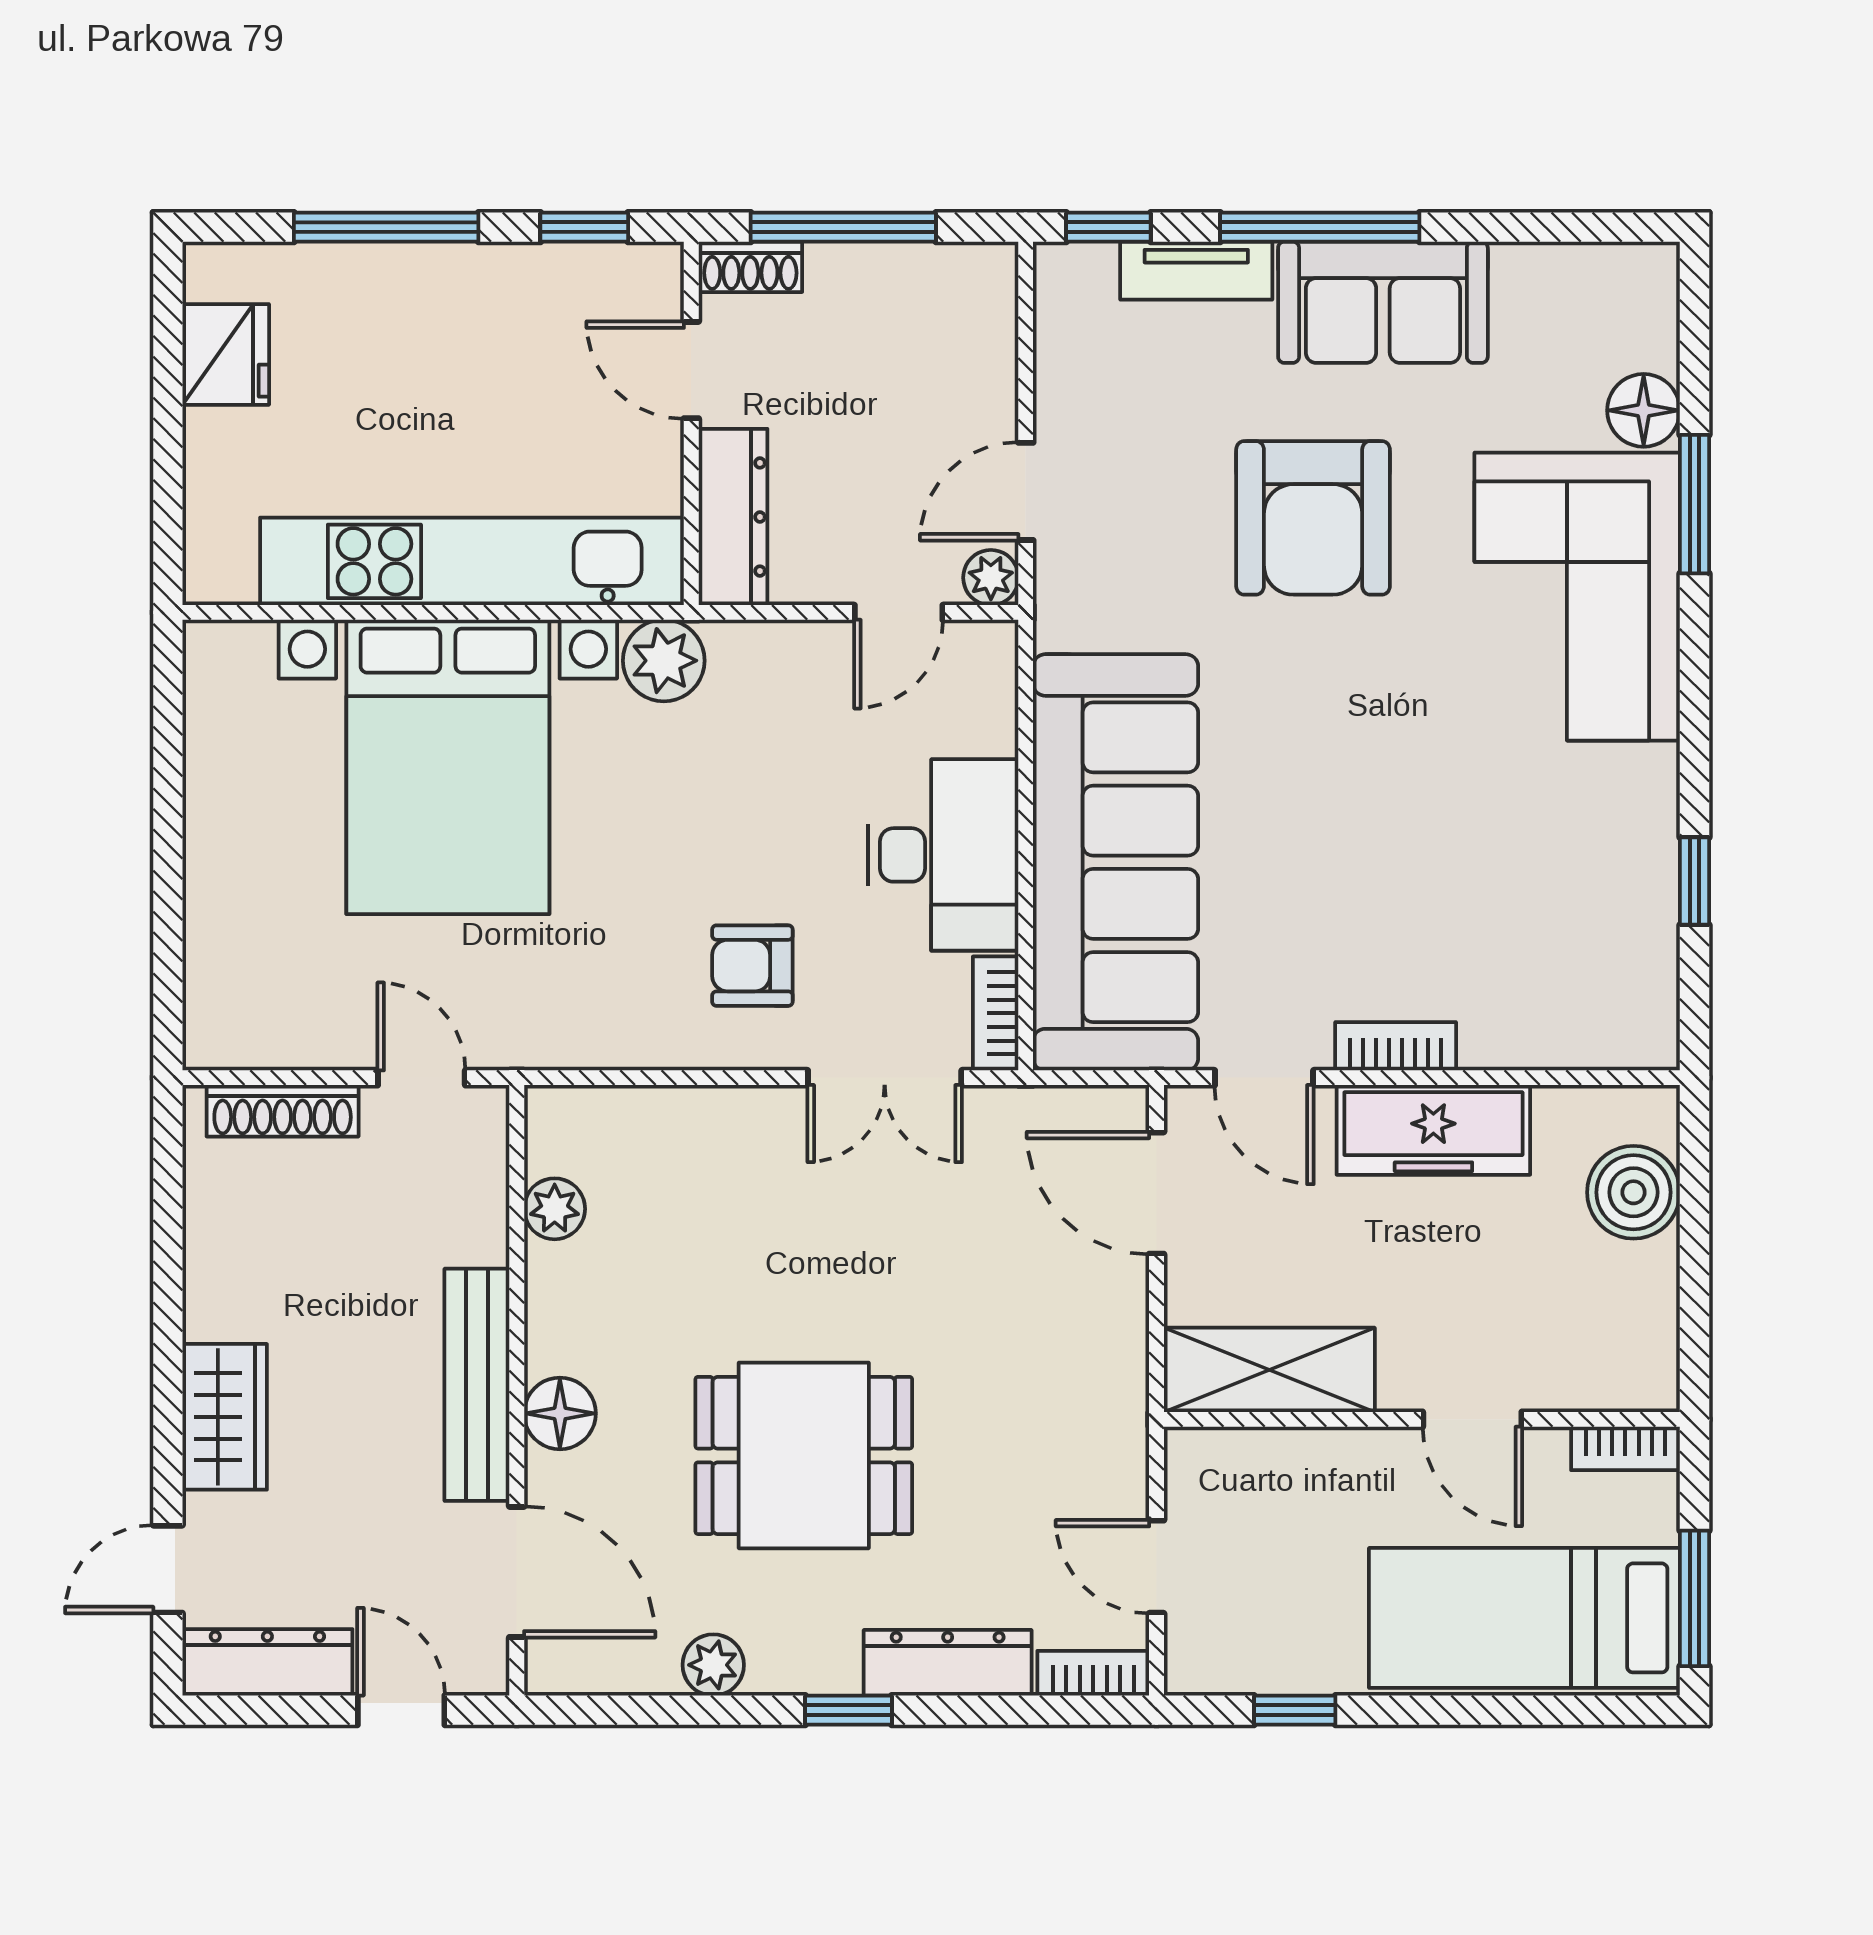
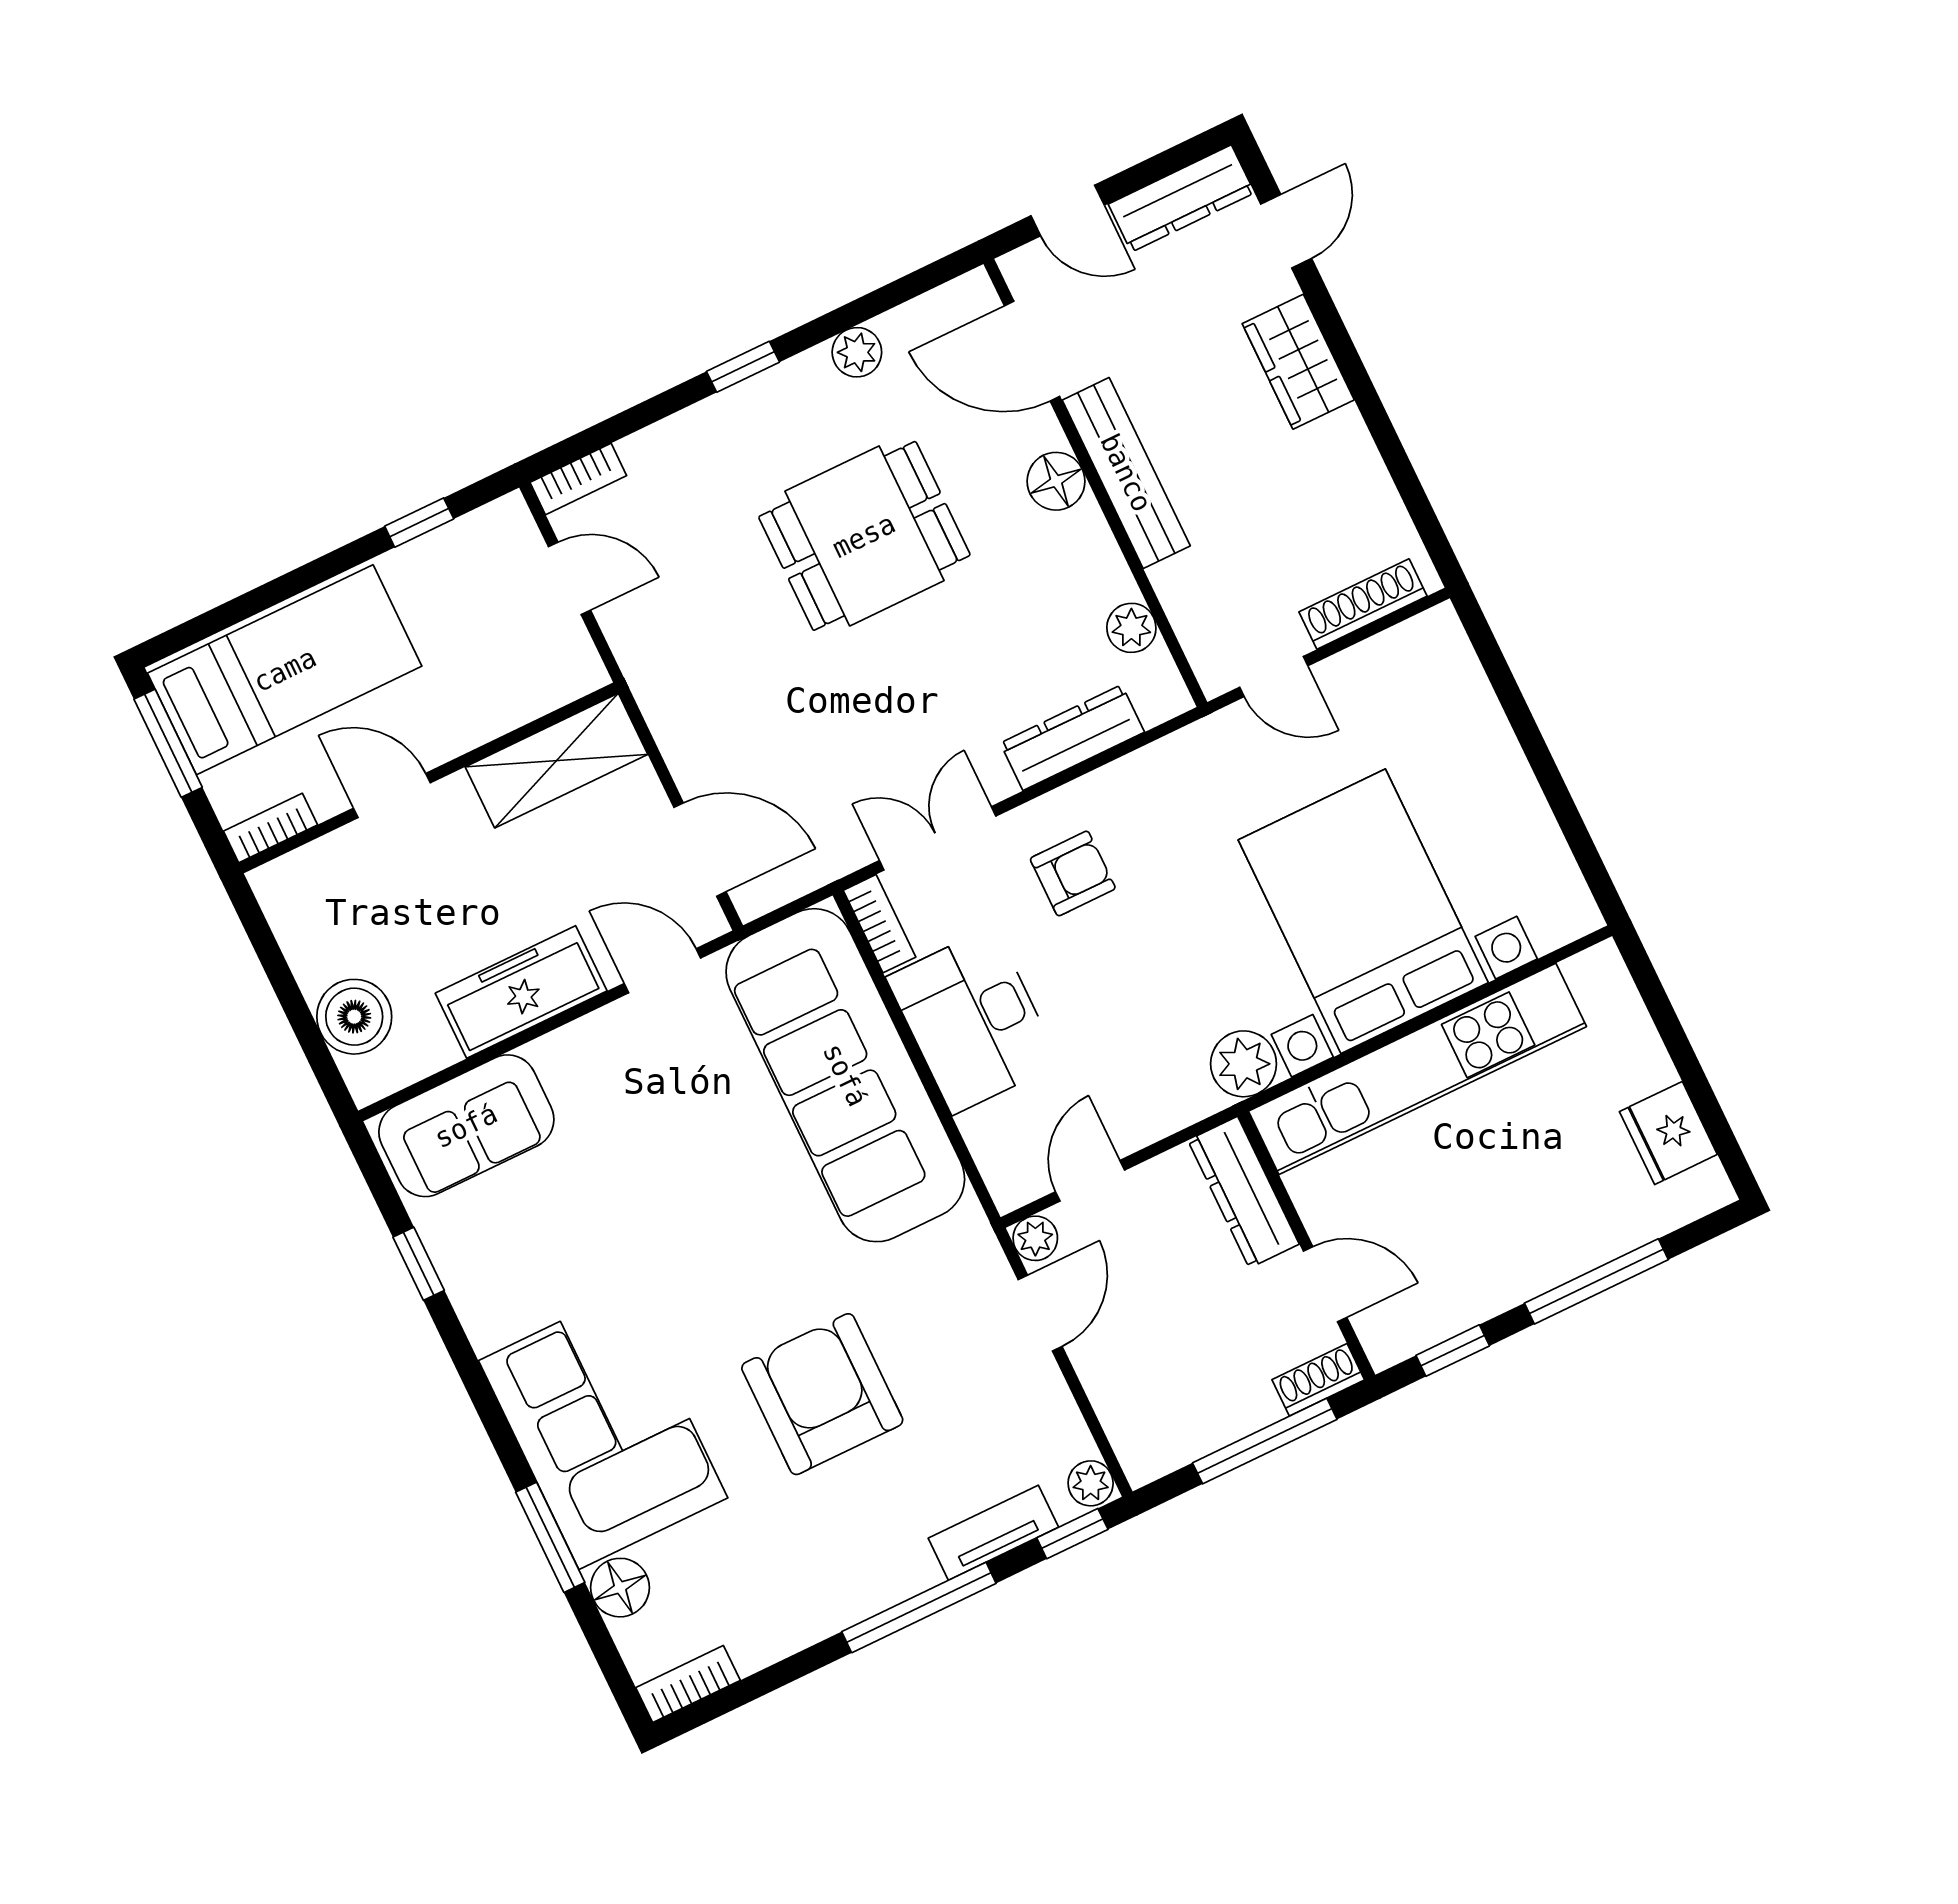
plant: (1061, 274) -> (1091, 1483), added
sofa: (1383, 302) -> (466, 1126), moved, turned 180
bookcase: (1396, 1046) -> (688, 1684), moved, turned 180
dresser: (948, 1663) -> (1072, 738), moved, turned 180

